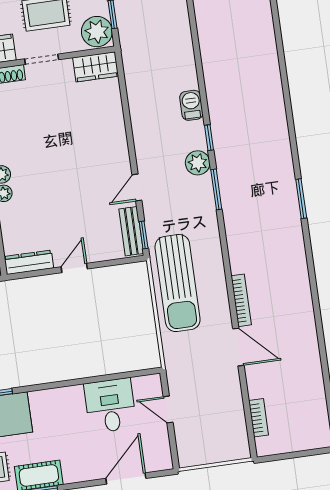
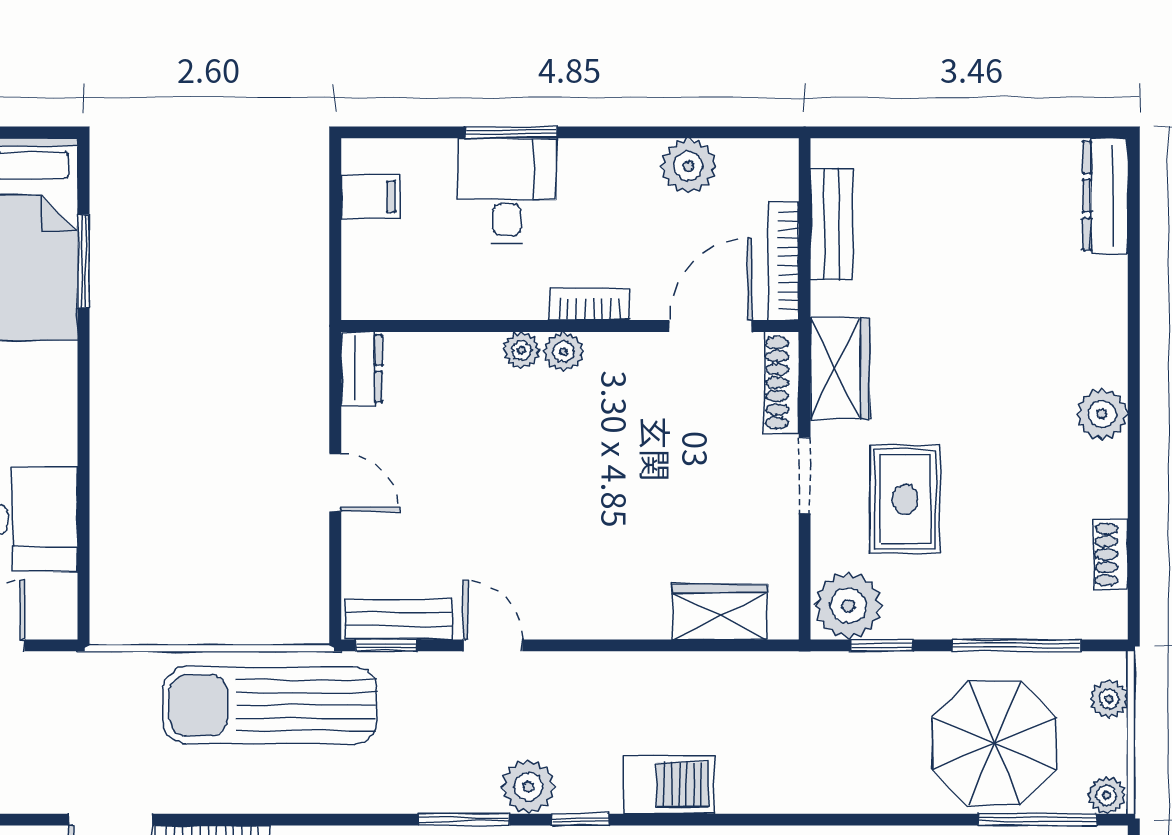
wardrobe: (96, 67) -> (720, 612), moved, turned 90
barbecue: (191, 105) -> (669, 785), width x1.38, depth x1.27
dresser: (29, 262) -> (362, 368), width x0.70

